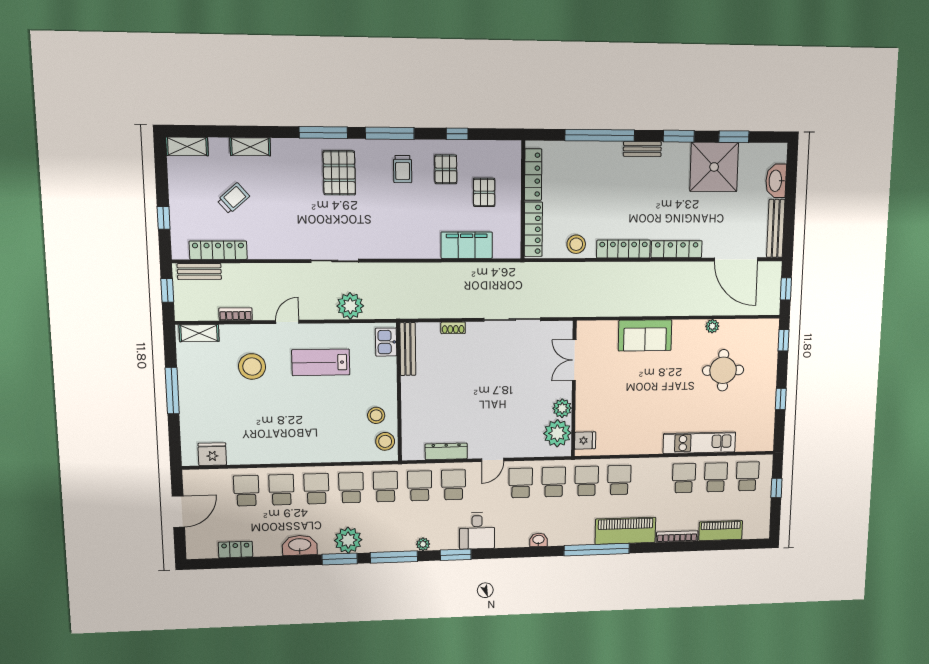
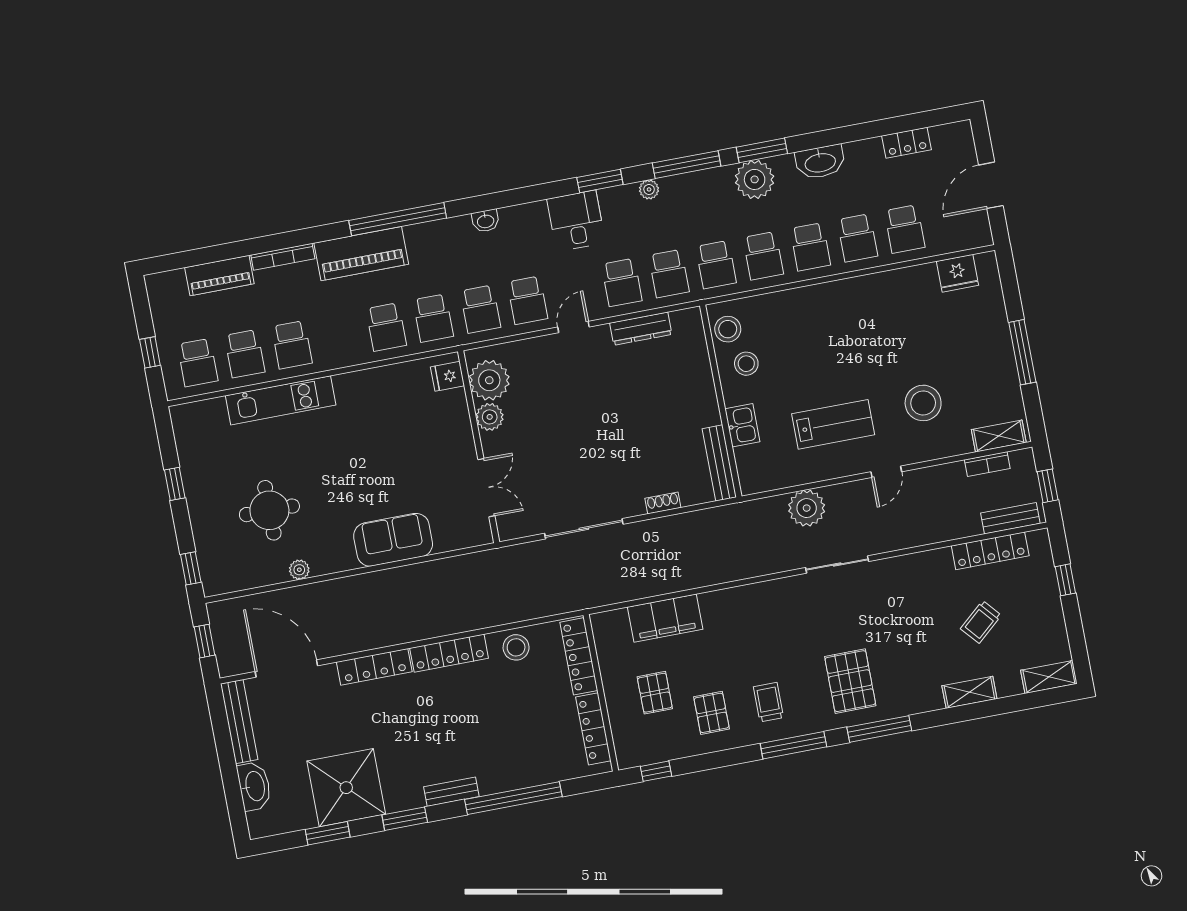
window: (457, 134) -> (656, 771), moved
bookcase: (236, 314) -> (987, 464), moved
kitchen sink: (386, 342) -> (742, 425), moved

